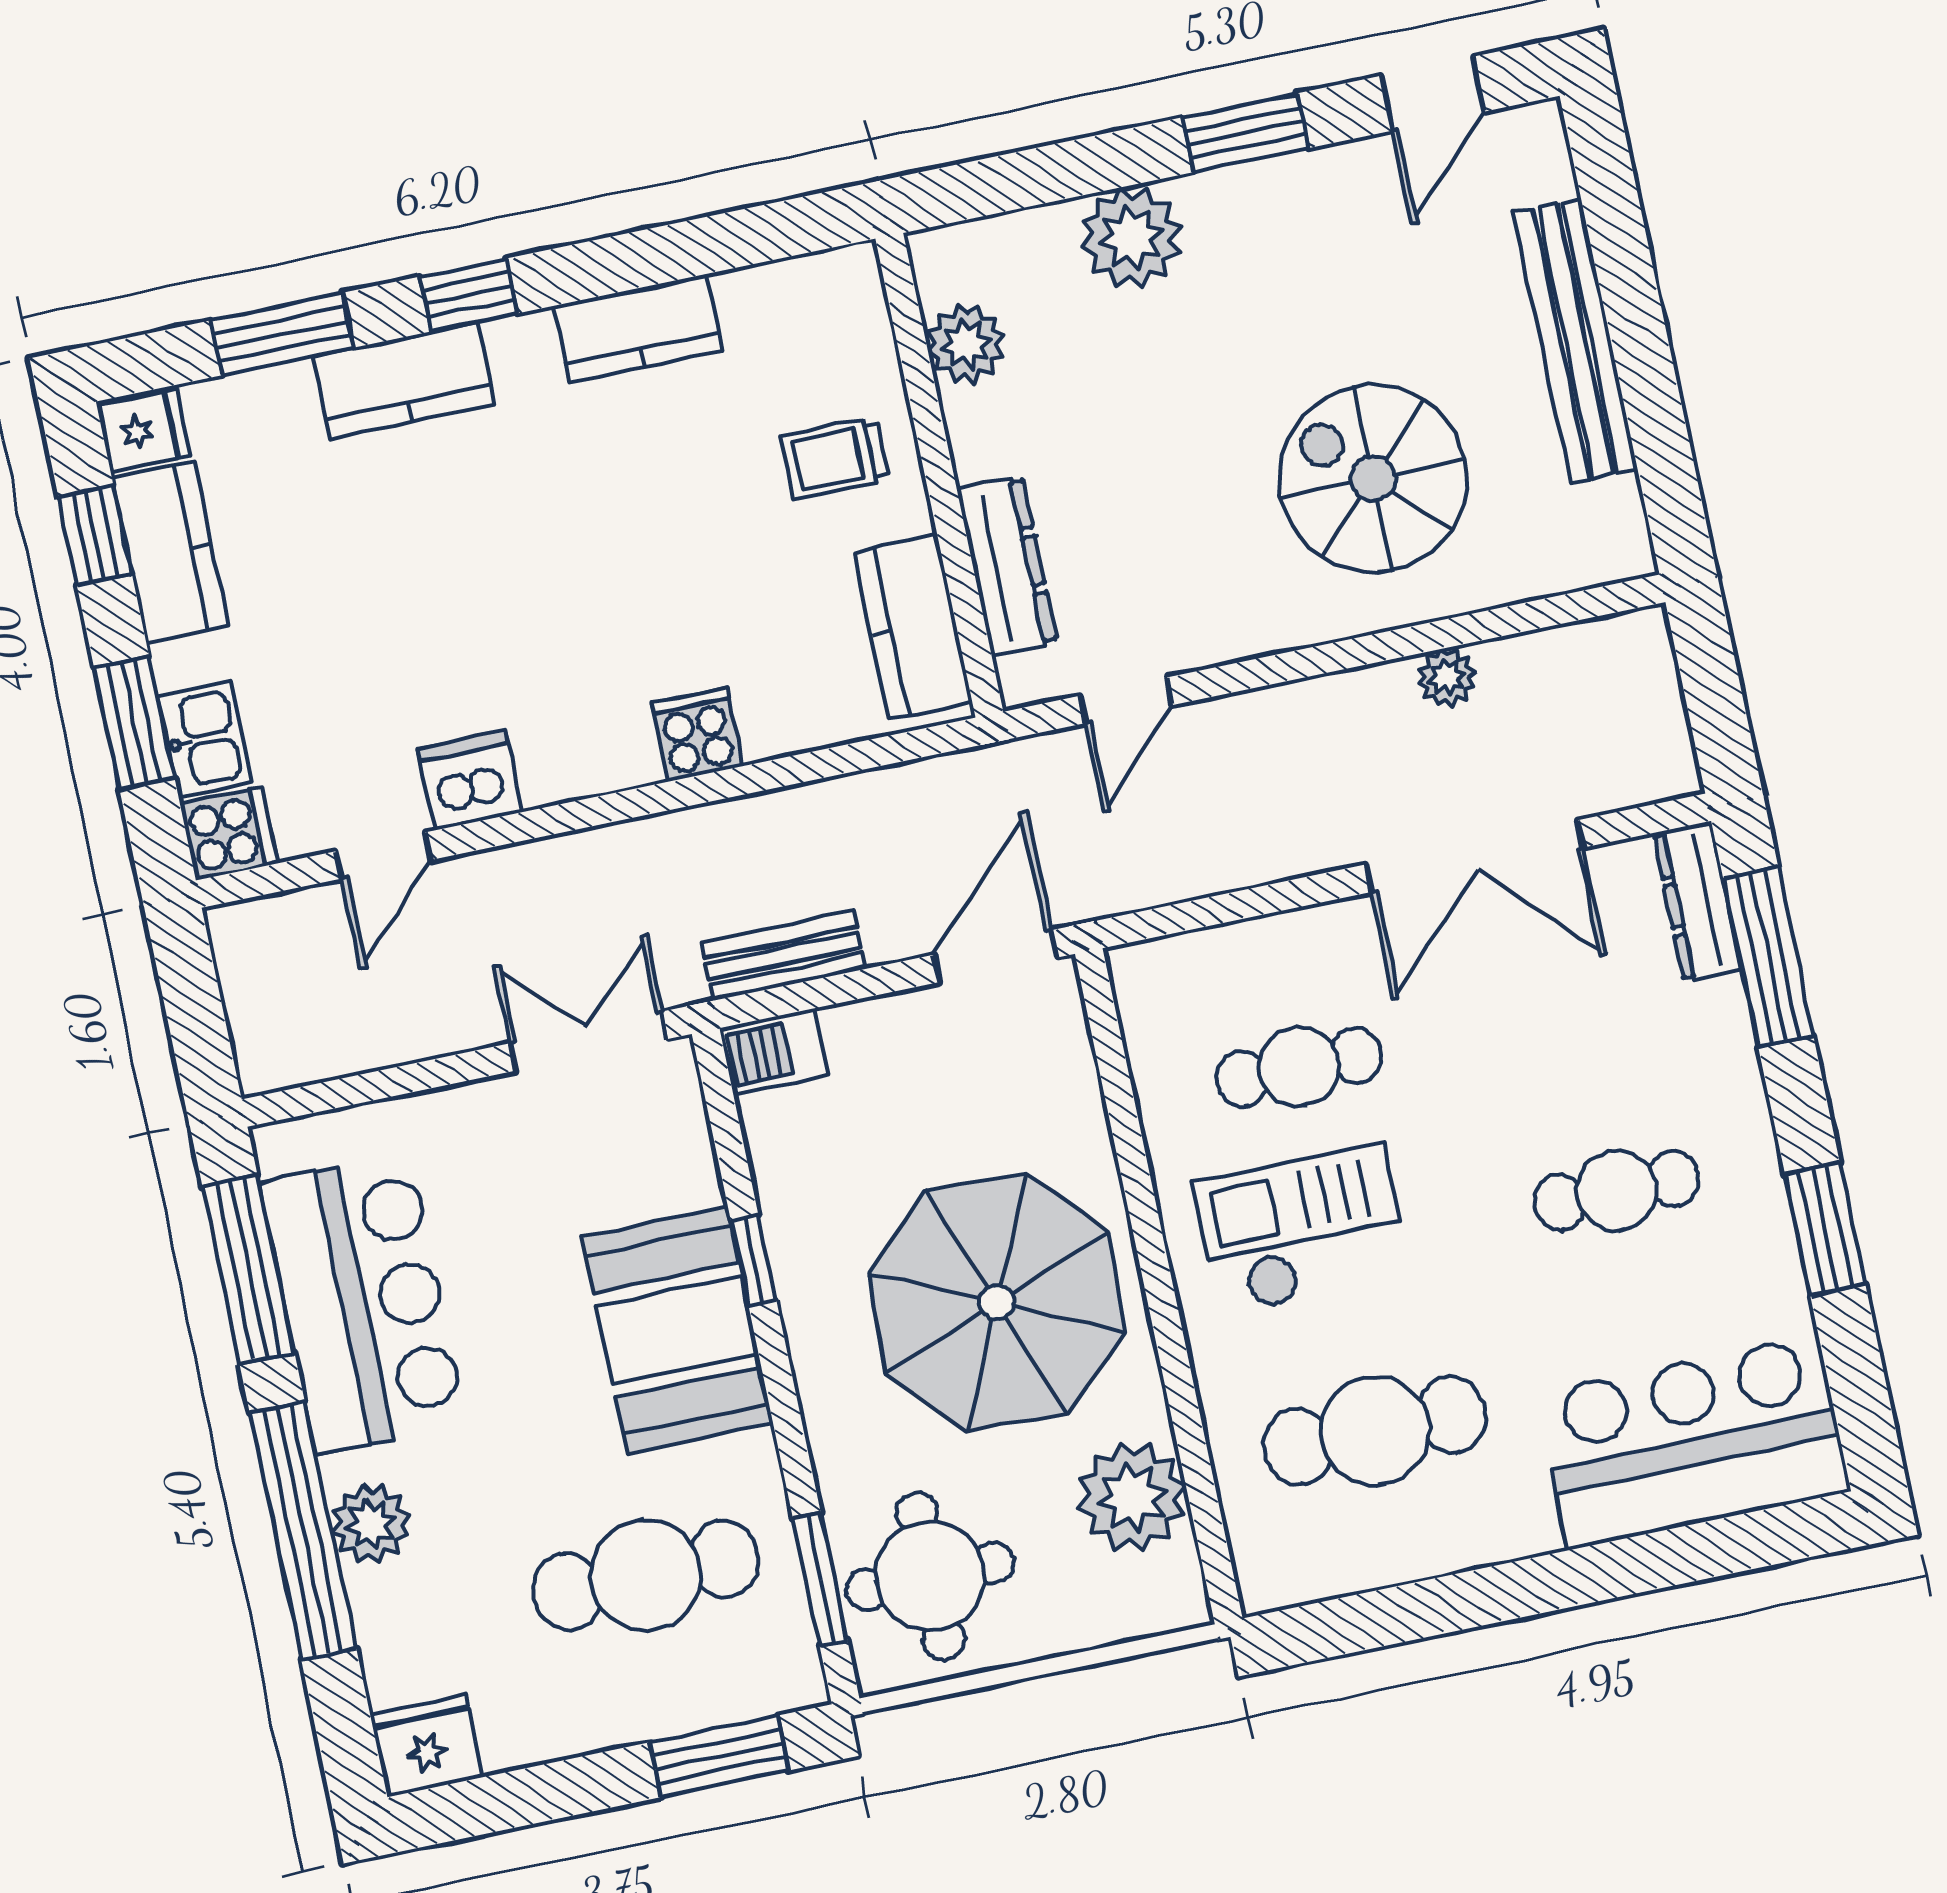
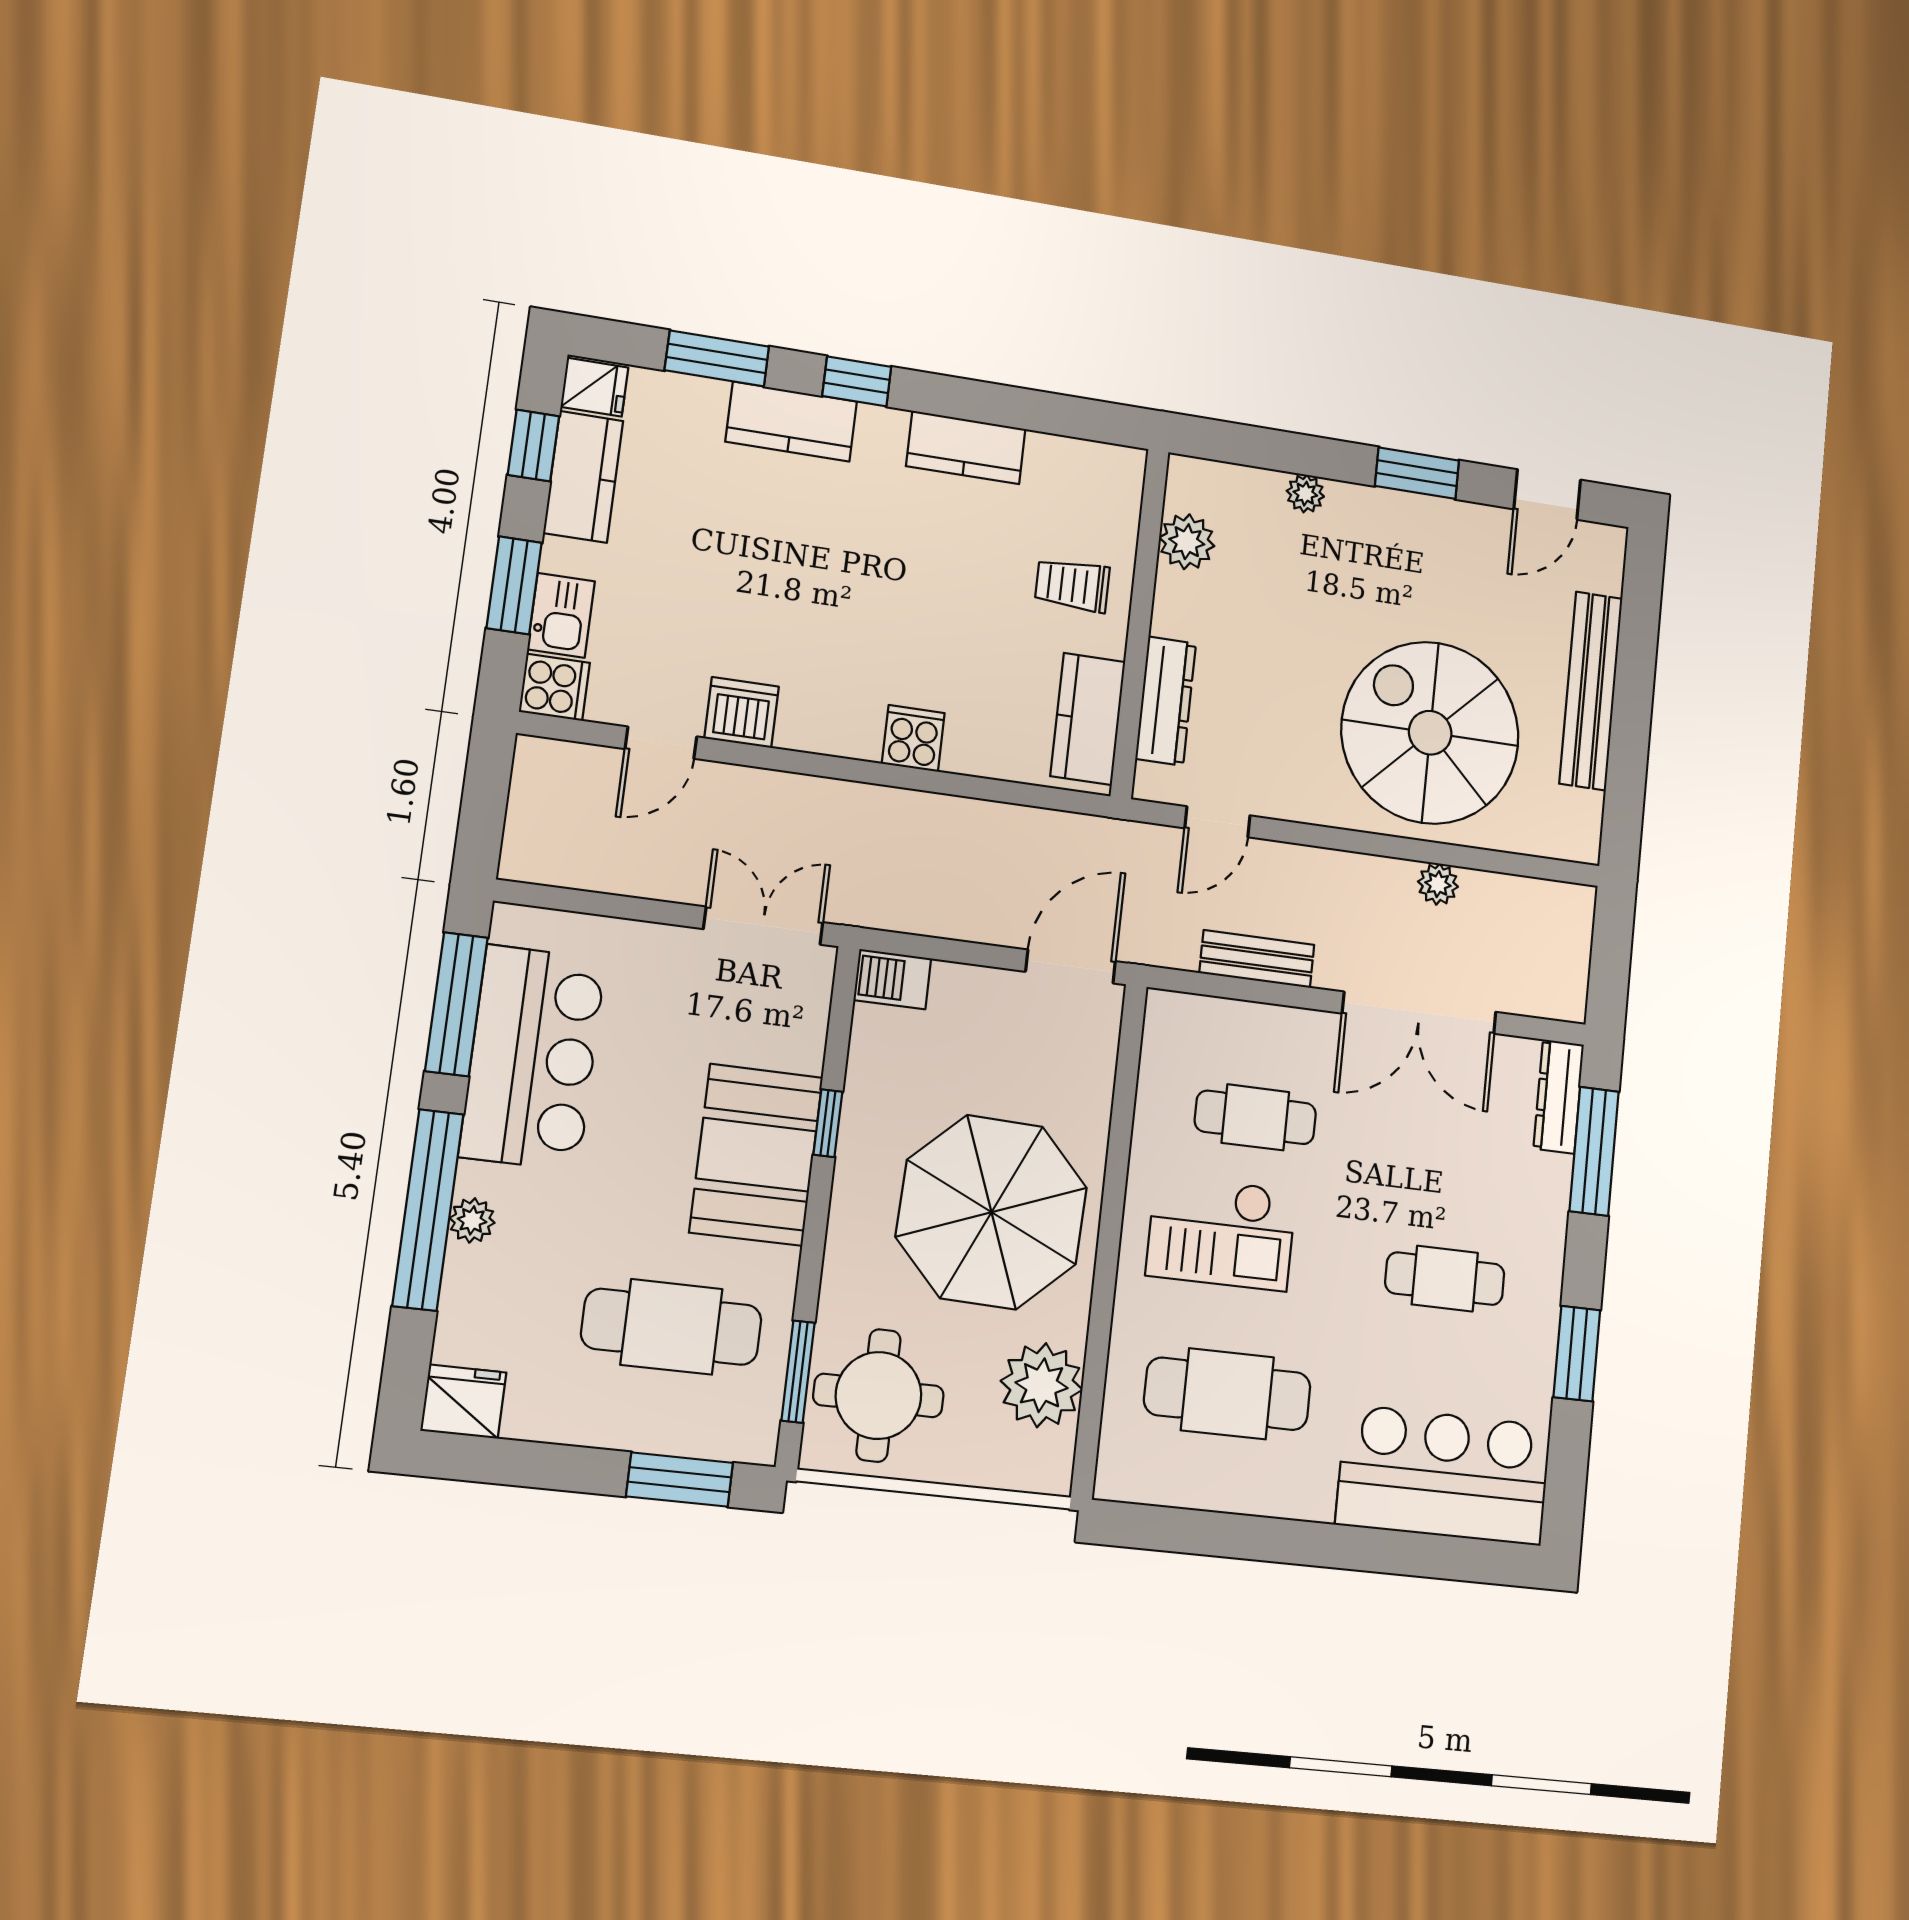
plant: (1131, 237) -> (1305, 494), width x0.53, depth x0.53
spiral stairs: (1373, 479) -> (1430, 733), width x1.37, depth x1.37
bench: (783, 956) -> (1257, 959), moved
checkout: (1302, 1230) -> (1221, 1233), turned 180
plant: (371, 1524) -> (472, 1220), width x0.73, depth x0.73

